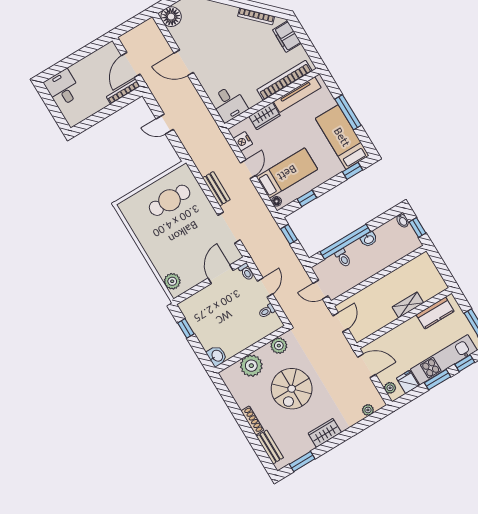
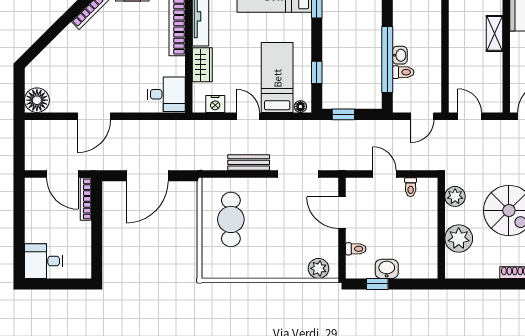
door: (165, 124) -> (147, 176), width x1.88
washbasin: (369, 239) -> (400, 55), moved
toilet: (246, 272) -> (356, 249), moved
washbasin: (217, 356) -> (387, 269), moved

